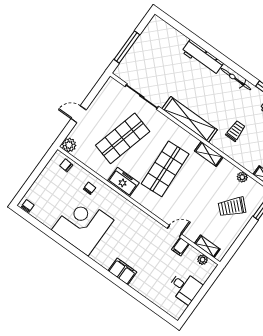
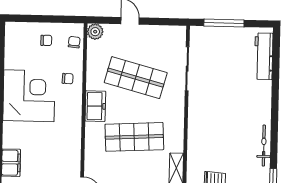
workbench: (202, 57) -> (264, 56), moved
shelving: (190, 119) -> (196, 128), removed
chair: (28, 206) -> (46, 40), moved

